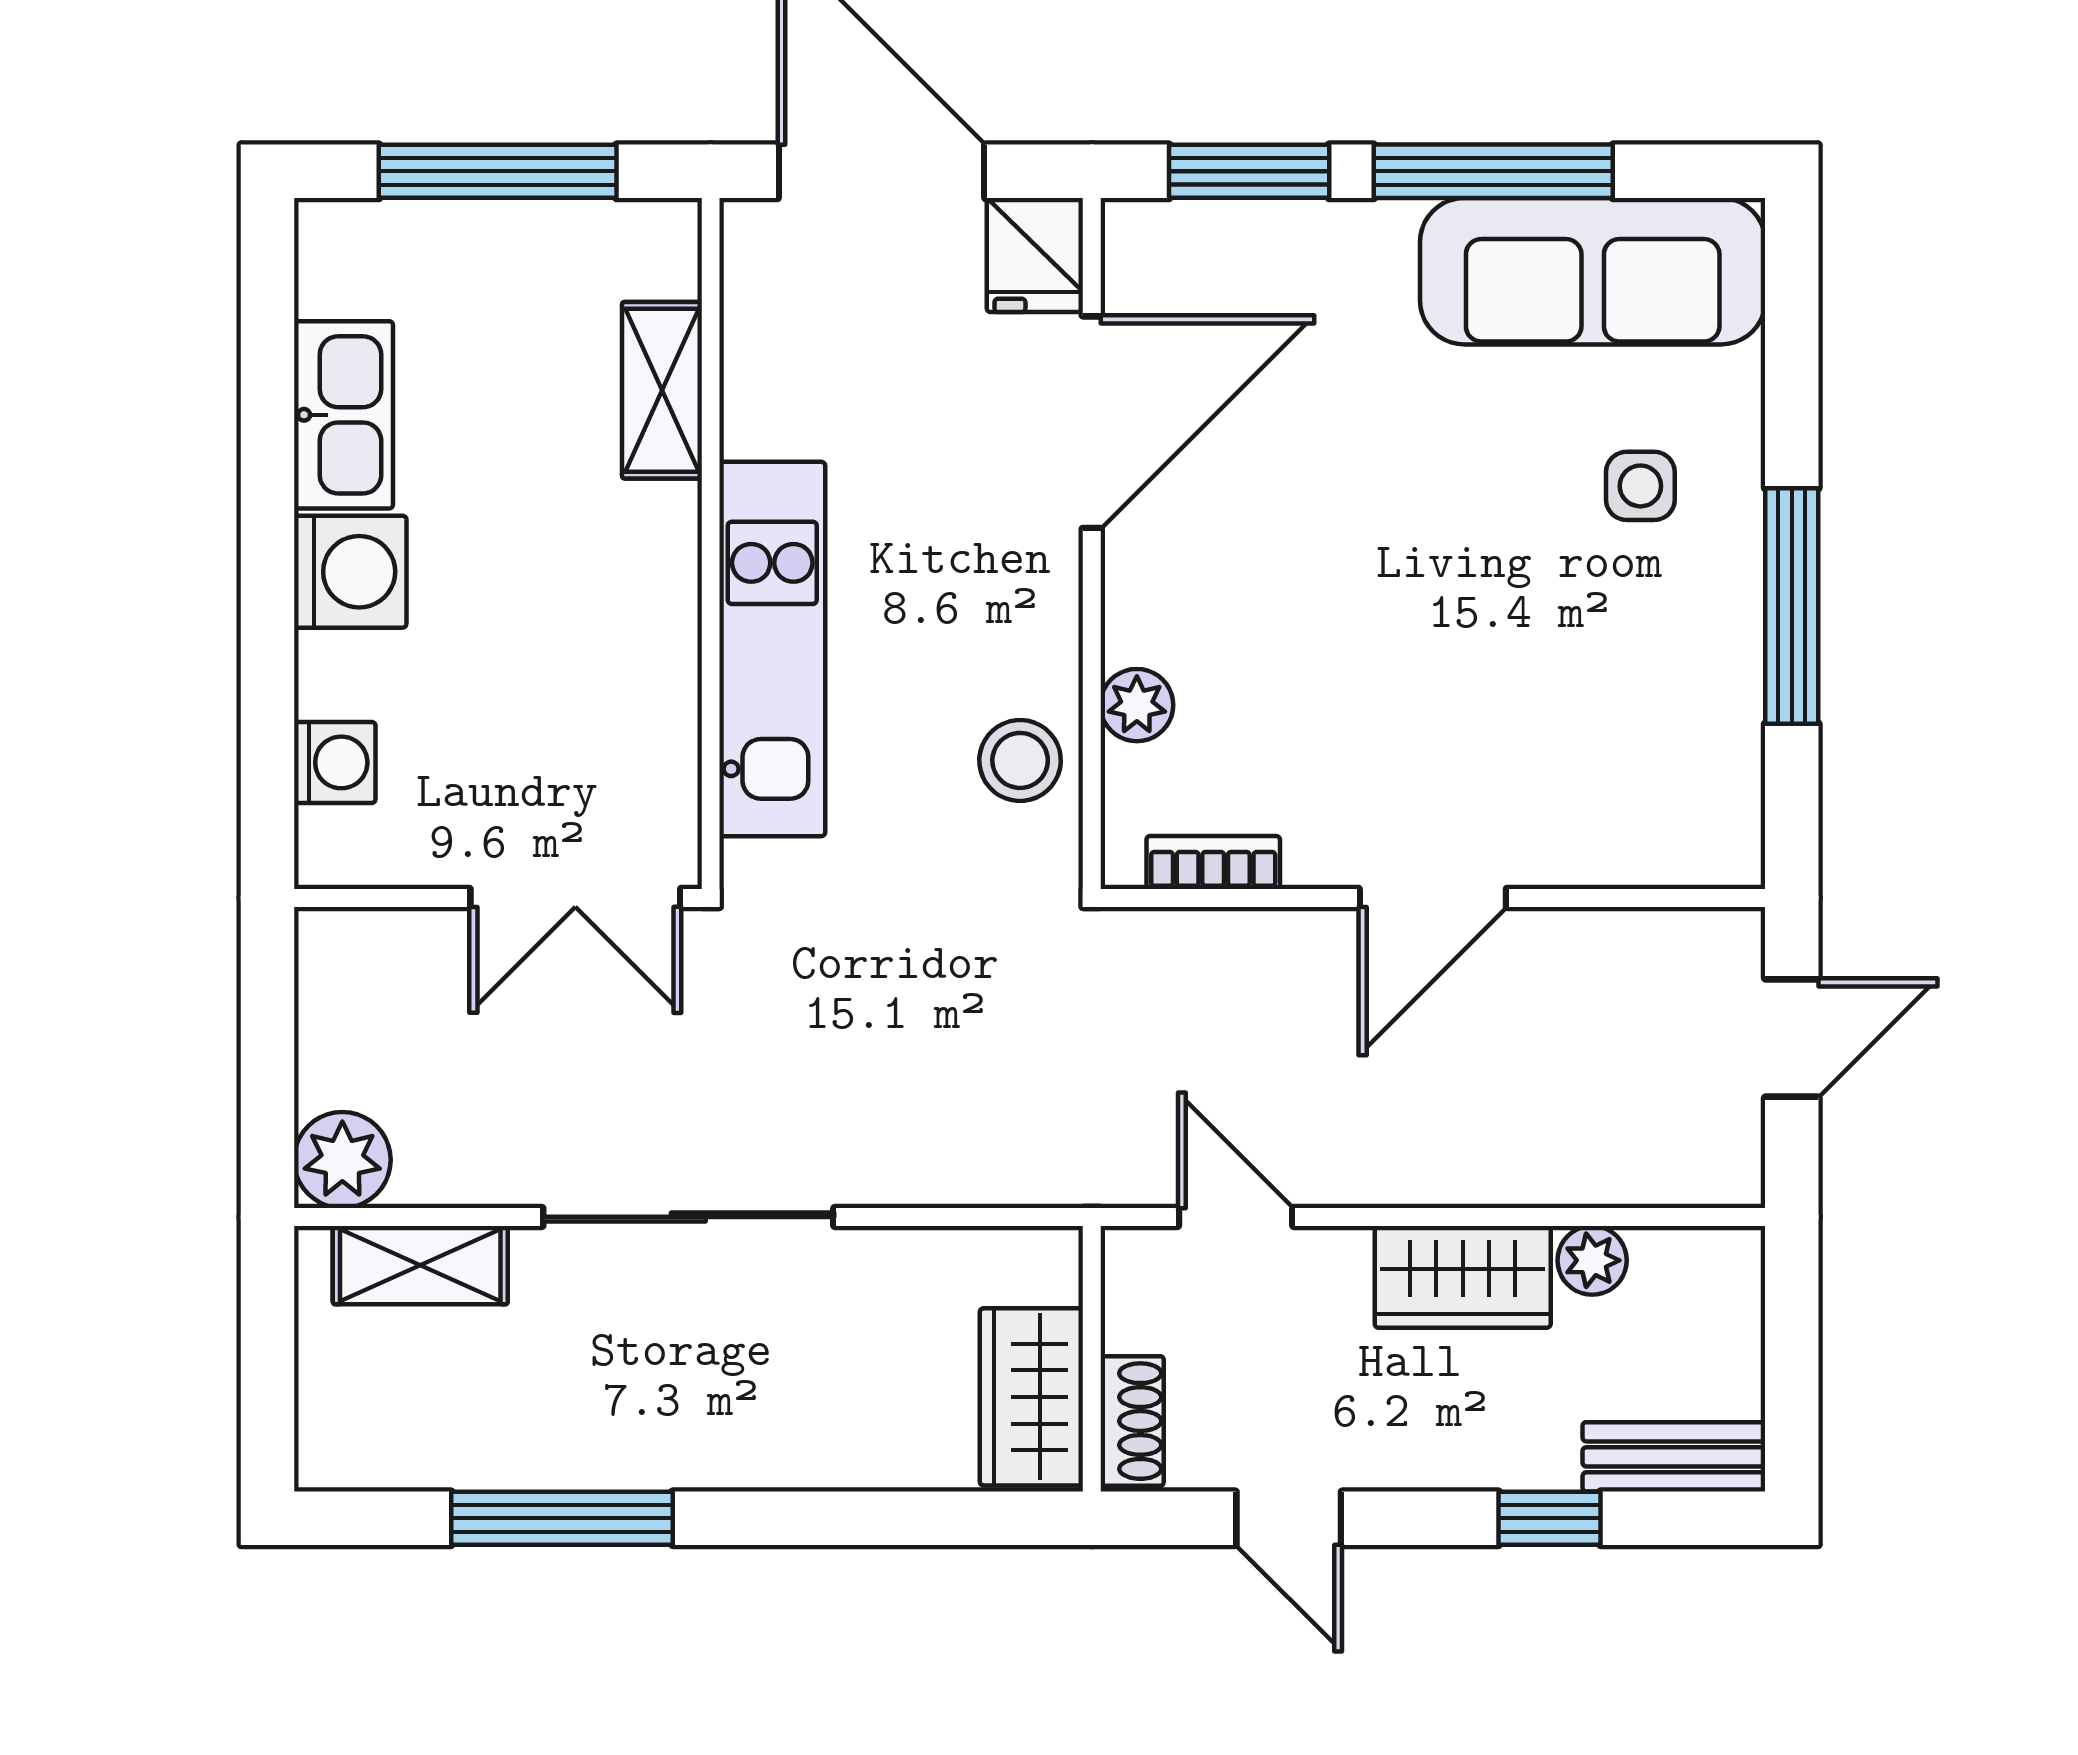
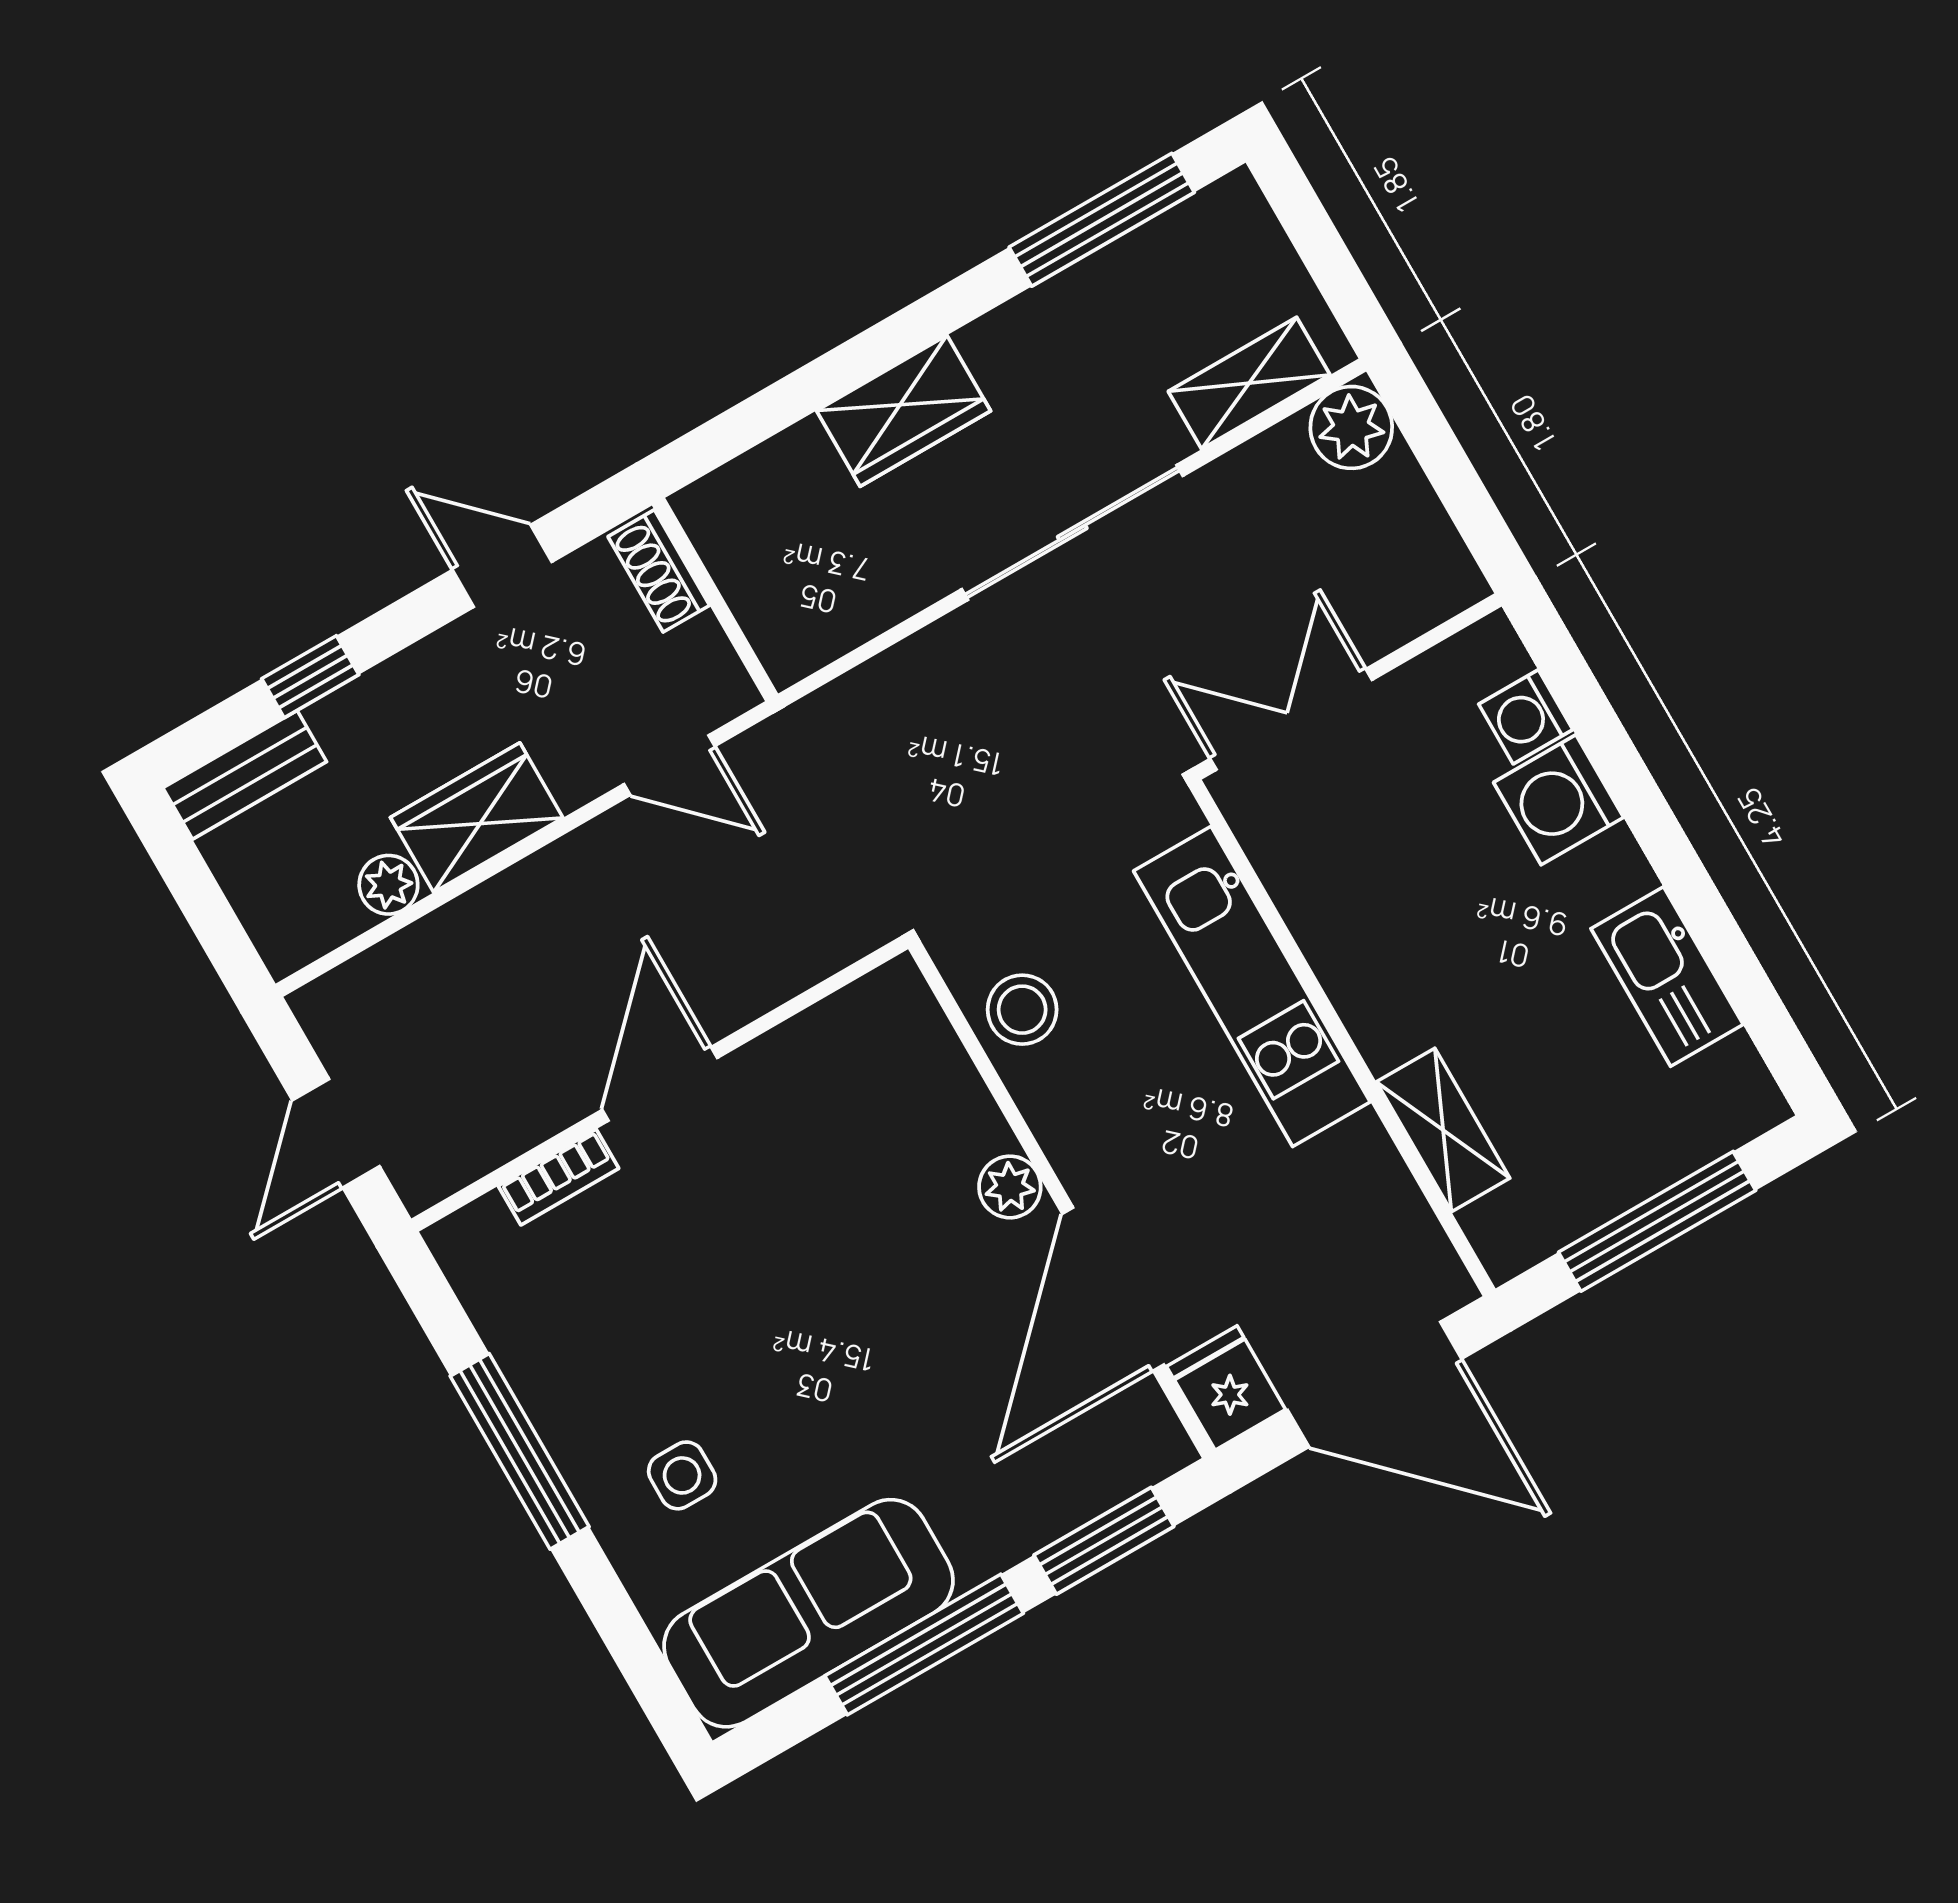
washing machine: (350, 572) -> (1559, 800), moved
plant: (1137, 705) -> (1010, 1187), moved
bookcase: (1213, 862) -> (558, 1177), moved
wardrobe: (1031, 1397) -> (904, 411), moved, turned 90
window: (562, 1518) -> (1102, 220), moved

